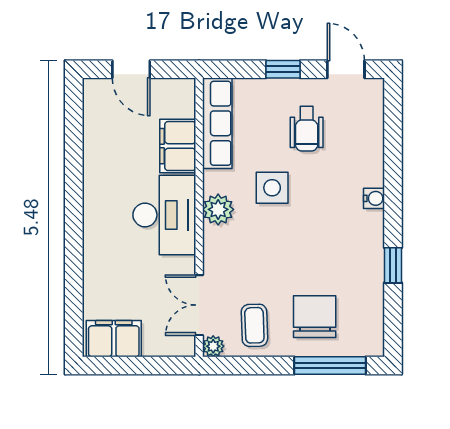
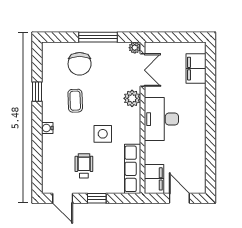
filing cabinet: (178, 146) -> (154, 179), moved
plant: (218, 209) -> (132, 98), moved
coffee table: (254, 325) -> (75, 101), moved
filing cabinet: (114, 339) -> (196, 69), moved, turned 90
window: (330, 366) -> (98, 37), moved

